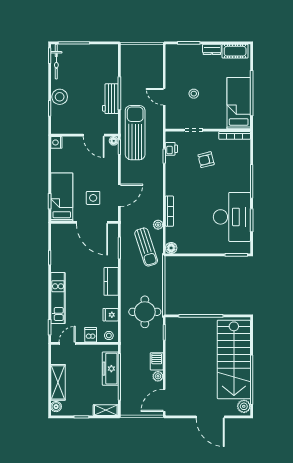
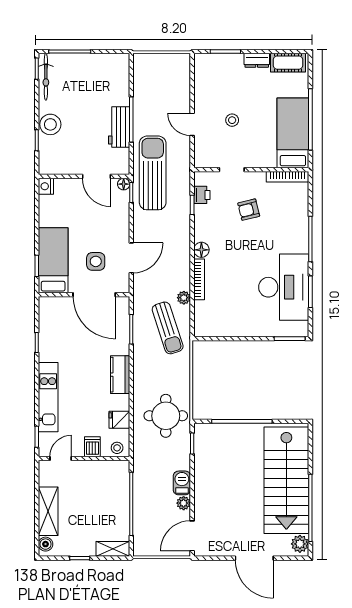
floor lamp: (171, 248) -> (201, 250), moved
freezer: (110, 369) -> (119, 493), removed

